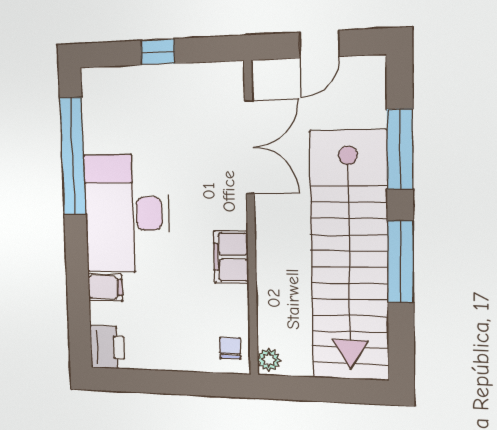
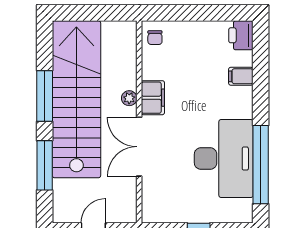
double door: (249, 147) -> (139, 147), moved
desk: (127, 214) -> (224, 159), moved
plant: (269, 360) -> (129, 98), moved

